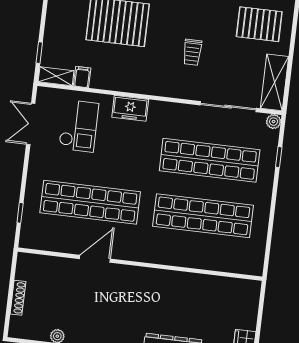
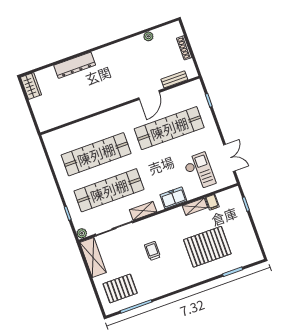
shelving: (56, 76) -> (195, 207), moved
shelving: (178, 111) -> (143, 211), added
checkout: (79, 126) -> (199, 171), turned 180
bench: (52, 263) -> (174, 79), added

